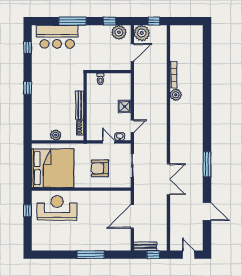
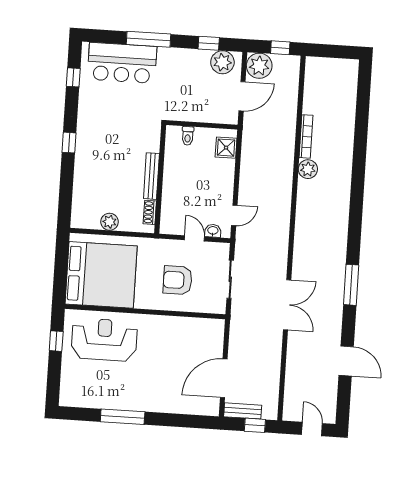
shower: (125, 106) -> (226, 148), moved
door: (132, 216) -> (224, 378), moved
window: (91, 255) -> (123, 417), moved

